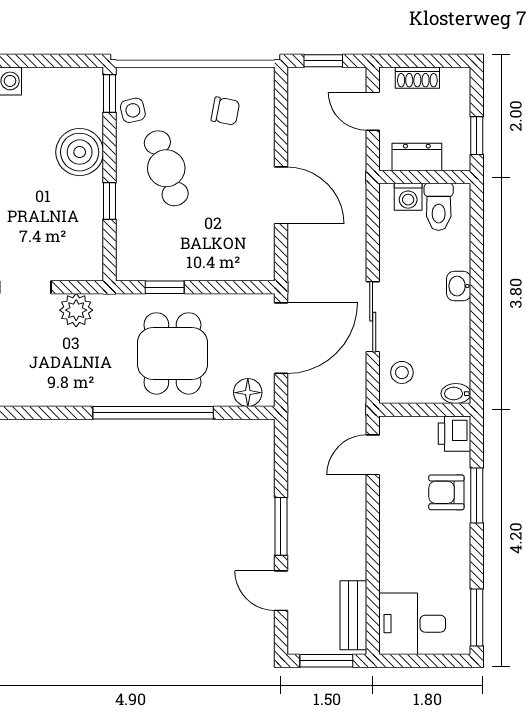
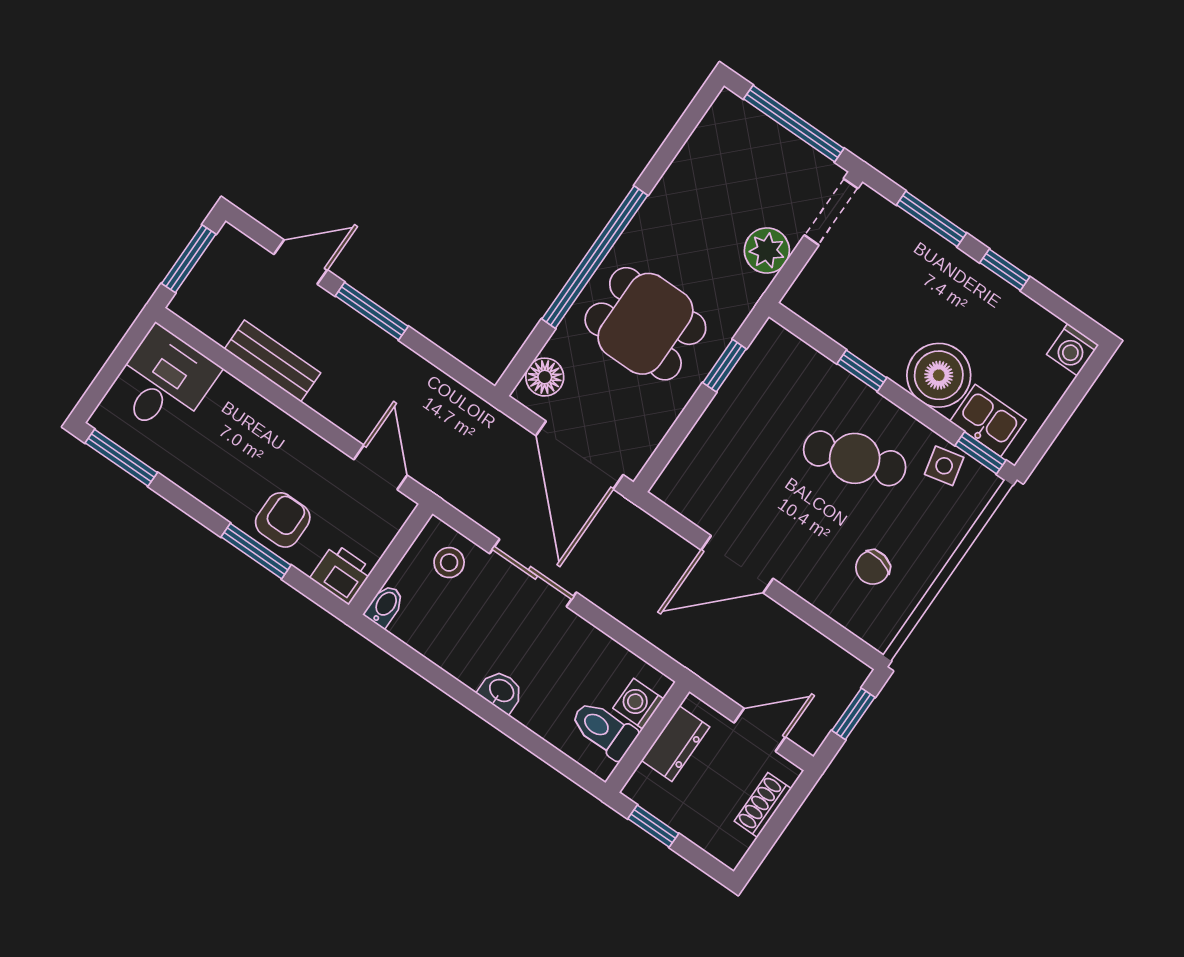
kitchen sink: (87, 103) -> (988, 421), added
bench: (353, 615) -> (272, 361), moved

